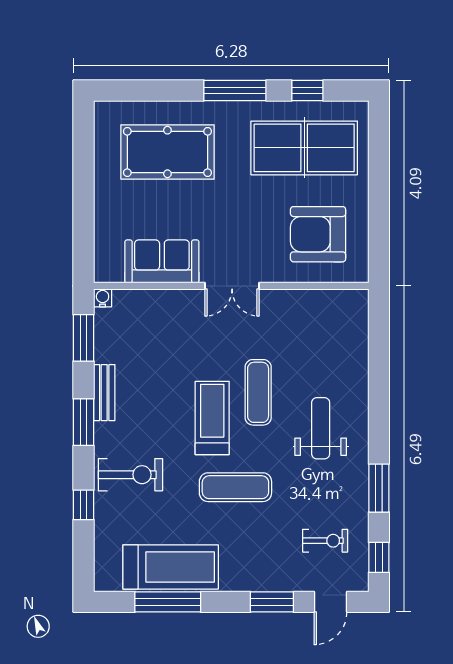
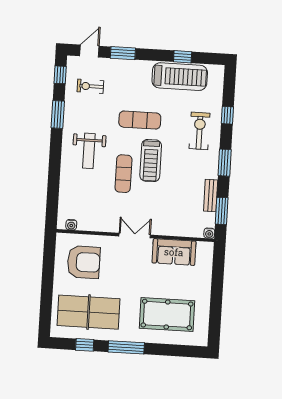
water cooler: (343, 298) -> (71, 225), added
bench: (104, 393) -> (211, 195), moved
exercise bike: (130, 475) -> (200, 131), turned 90
treadmill: (171, 567) -> (180, 77), turned 180
window: (168, 602) -> (183, 57), width x0.46

